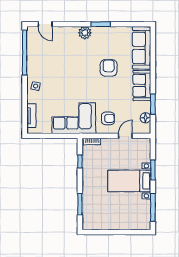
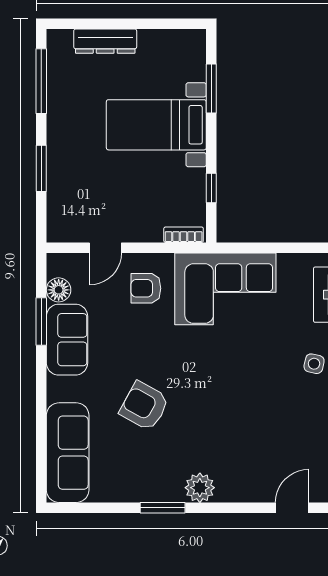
door: (45, 24) -> (292, 508), hinge flipped
armchair: (109, 68) -> (144, 406), turned 119
sofa: (142, 85) -> (67, 340), moved
bed with nightstands: (129, 181) -> (156, 125), moved, turned 180
dresser: (125, 225) -> (105, 41), added

